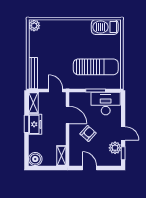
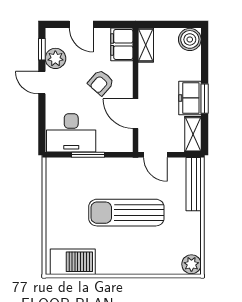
sun lounger: (96, 67) -> (126, 213), moved
filing cabinet: (76, 156) -> (122, 44), added
door: (89, 168) -> (81, 24), moved

